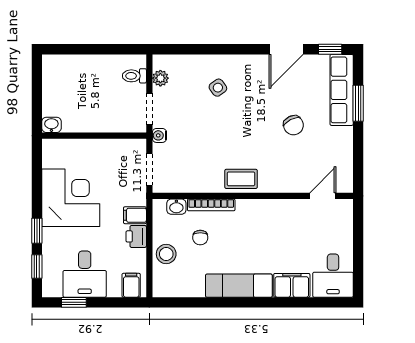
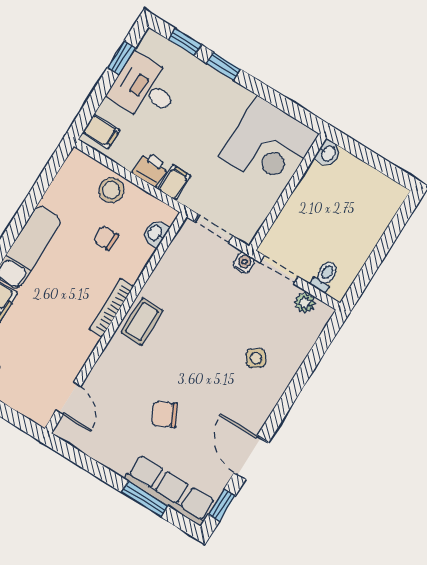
corner desk: (71, 198) -> (269, 145), moved
bookcase: (211, 205) -> (111, 308), moved

